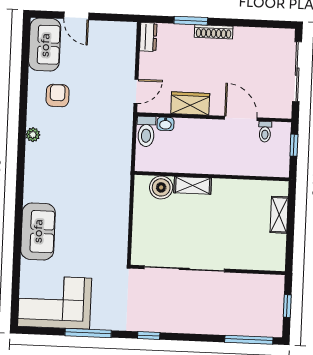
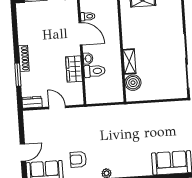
door: (136, 91) -> (57, 107), moved
door: (241, 118) -> (81, 34), swing flipped
washbasin: (165, 124) -> (88, 59), moved
toilet: (146, 131) -> (95, 71), moved

